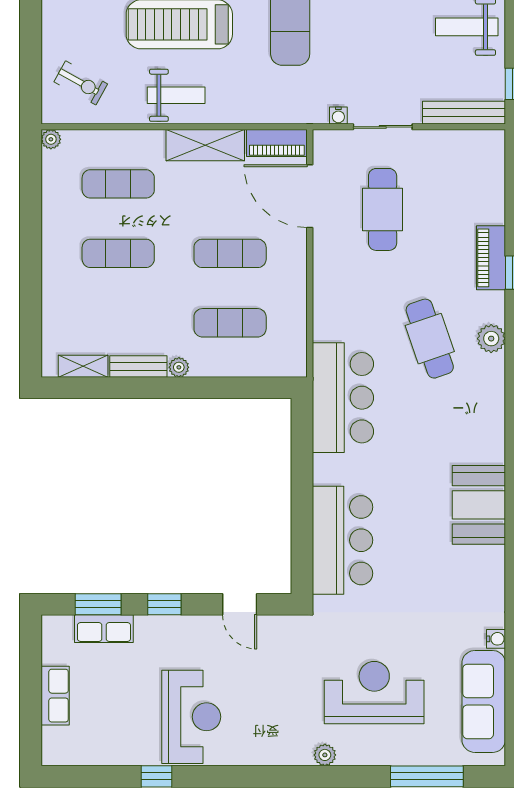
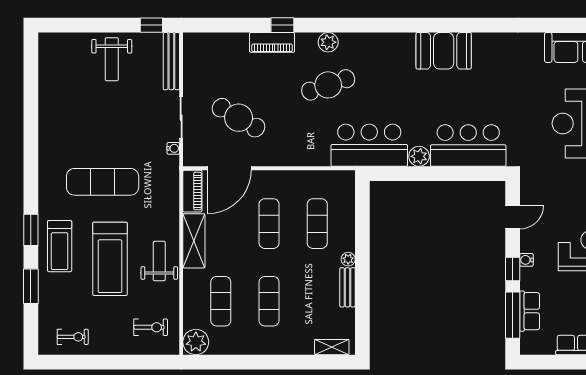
exercise bike: (81, 83) -> (151, 327), turned 61
plant: (51, 139) -> (196, 342), width x1.87, depth x1.87
cafe table: (383, 209) -> (239, 118), turned 30
shelving: (83, 366) -> (332, 347), moved, turned 90
plant: (327, 469) -> (419, 156), added
window: (98, 604) -> (513, 315), width x1.44
water cooler: (496, 639) -> (526, 260), moved, turned -90

